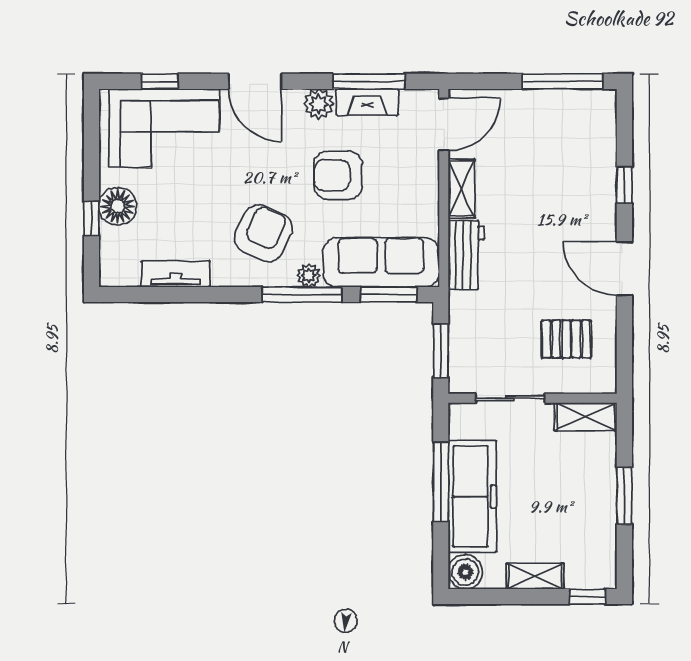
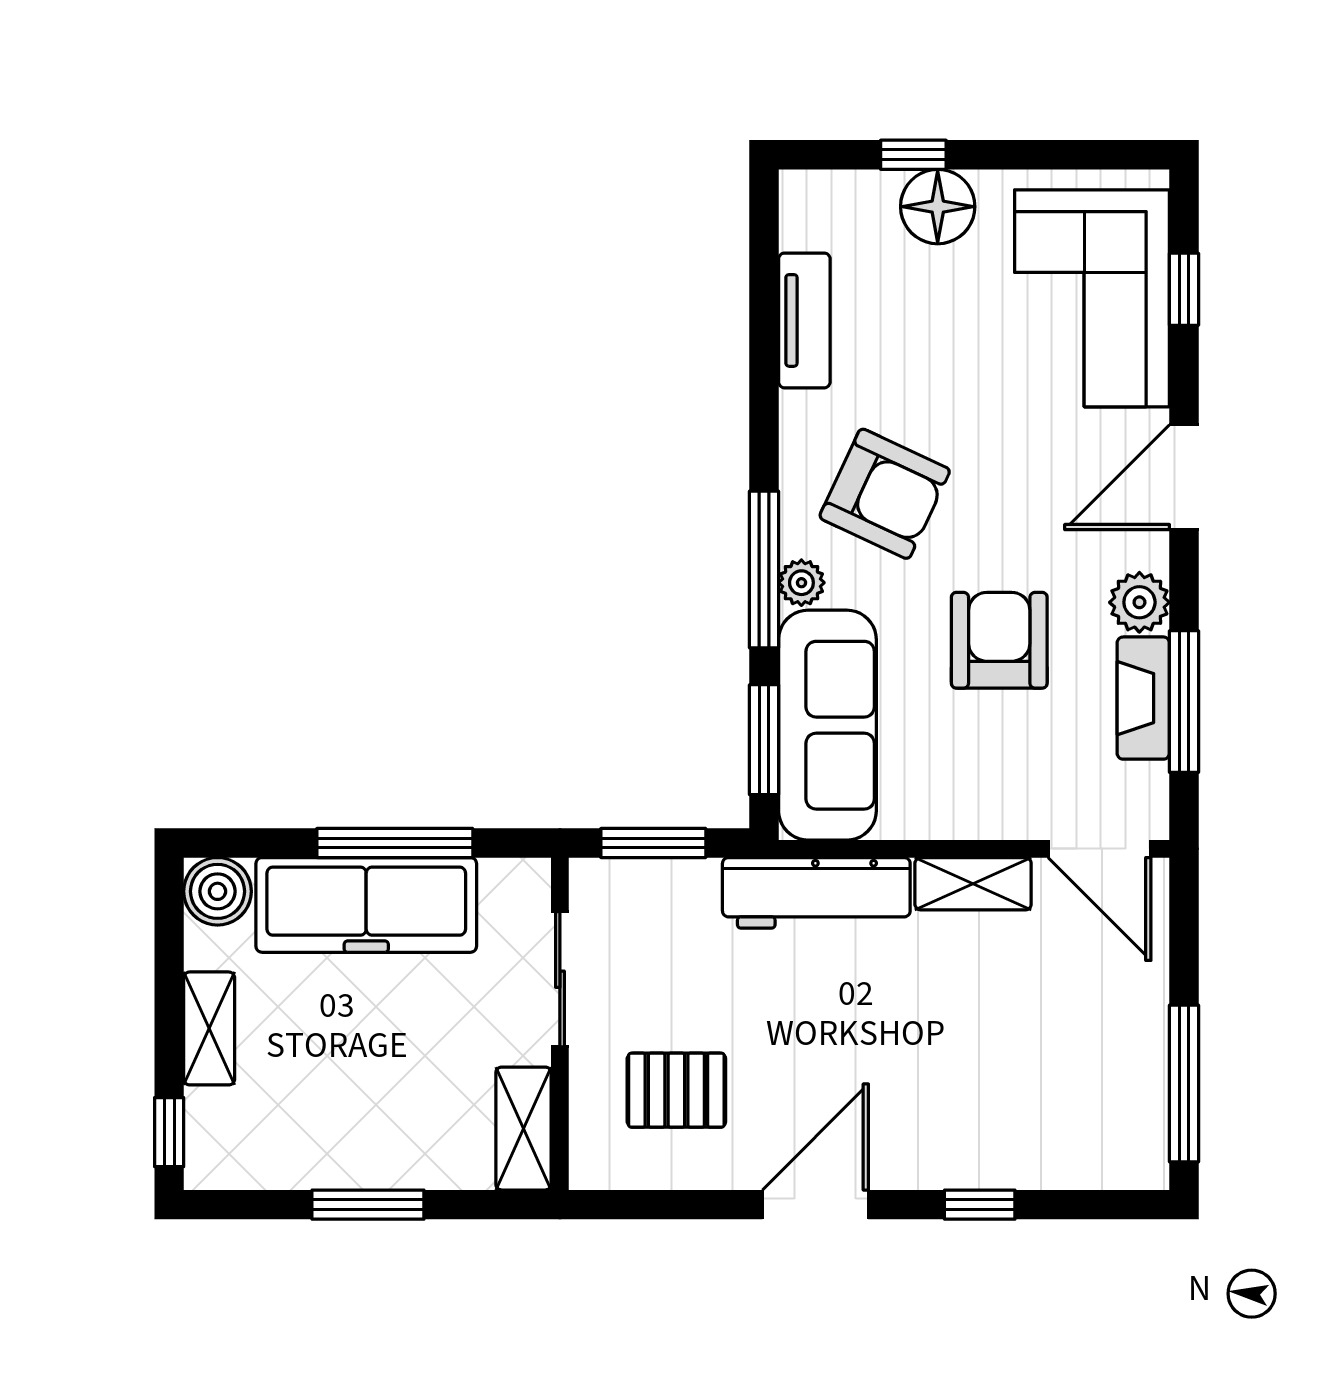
workbench: (466, 255) -> (816, 893), width x1.38
pallet: (566, 339) -> (676, 1090), turned 90

